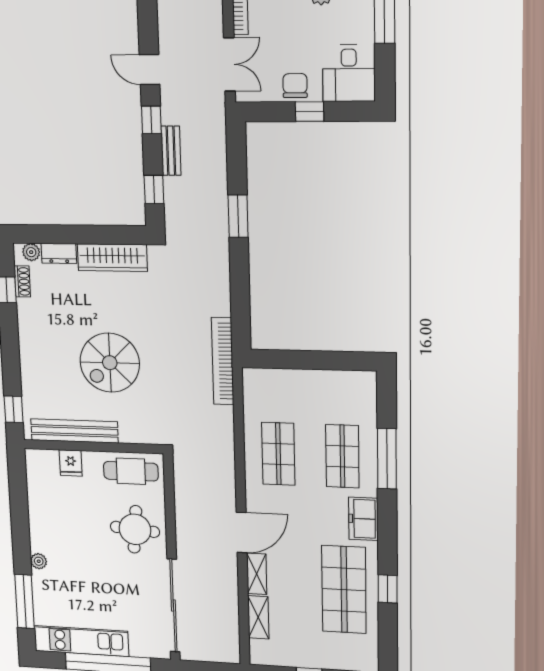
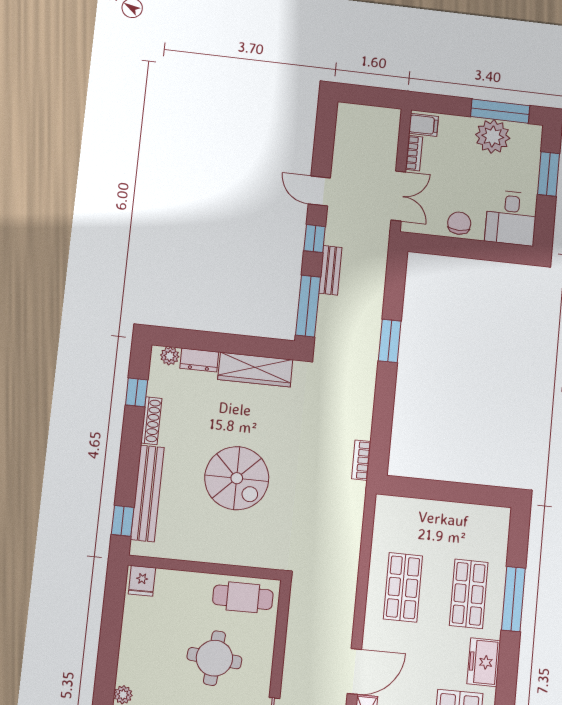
window: (310, 112) -> (471, 249), removed
window: (154, 189) -> (308, 306), width x2.17
shoe rack: (22, 281) -> (151, 421), moved, width x1.43
bookcase: (223, 361) -> (361, 460), width x0.43, depth x0.76
spiral stairs: (110, 363) -> (237, 478), turned -90
bench: (74, 431) -> (147, 493), moved, turned 90
fridge: (71, 463) -> (142, 581), moved
round table: (135, 529) -> (214, 658), moved

